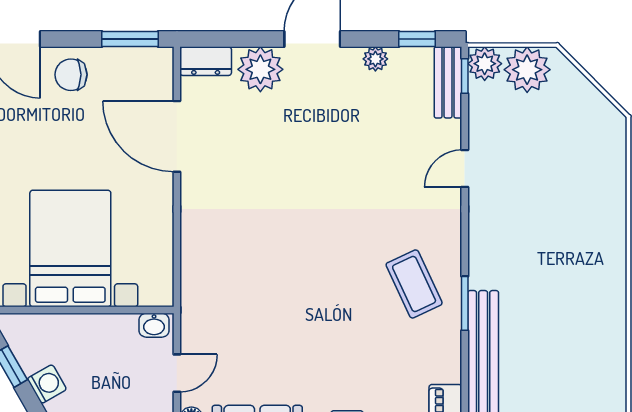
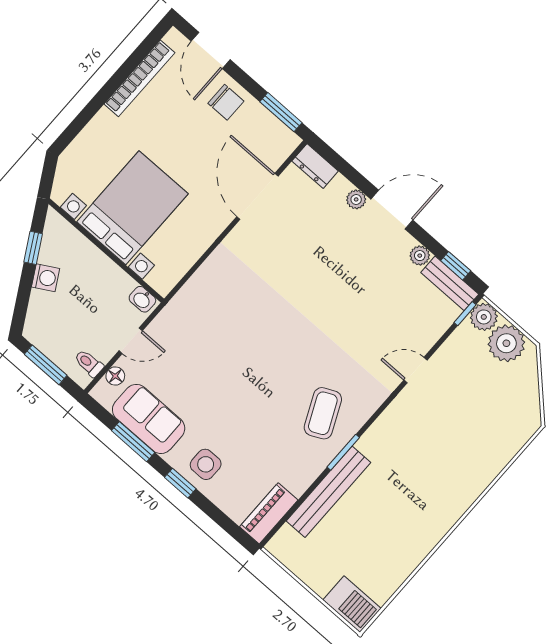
plant: (260, 69) -> (356, 199), width x0.53, depth x0.53
chair: (71, 75) -> (226, 102), turned 180
bench: (448, 82) -> (450, 283), moved, turned 90

